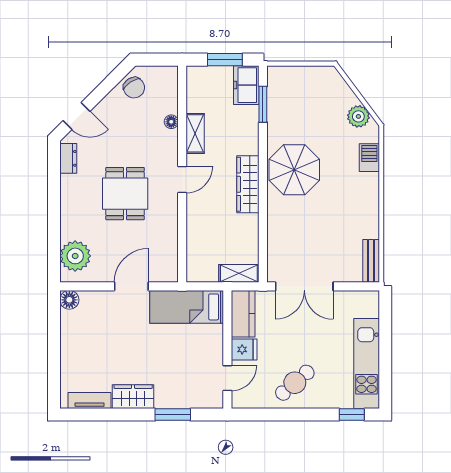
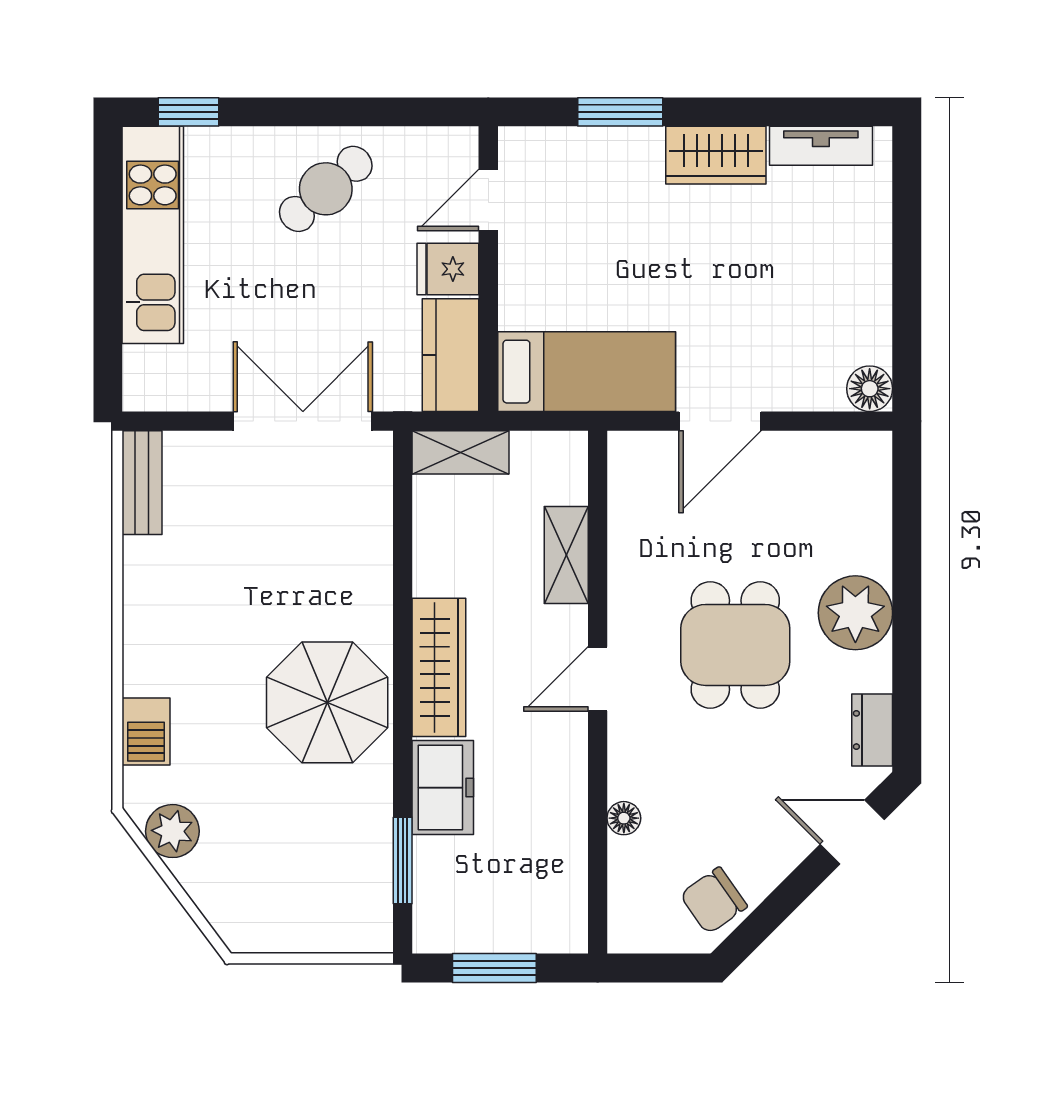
freezer: (246, 85) -> (443, 788), moved
chair: (134, 88) -> (714, 900), turned -92
shelving: (195, 133) -> (566, 555), moved
plant: (75, 256) -> (855, 613), moved

